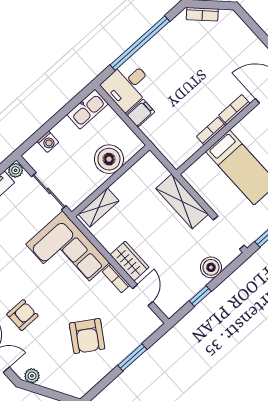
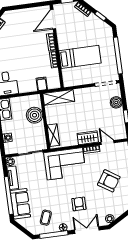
filing cabinet: (140, 113) -> (42, 84), moved
shelving: (182, 201) -> (59, 97), moved

